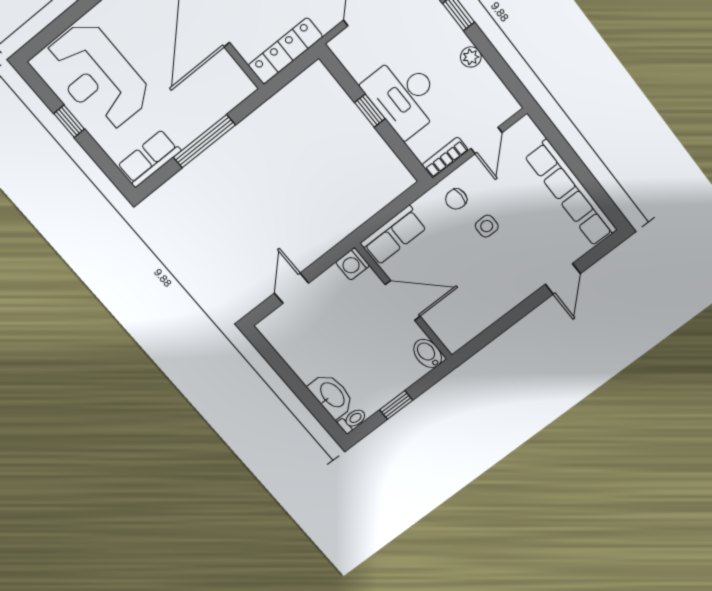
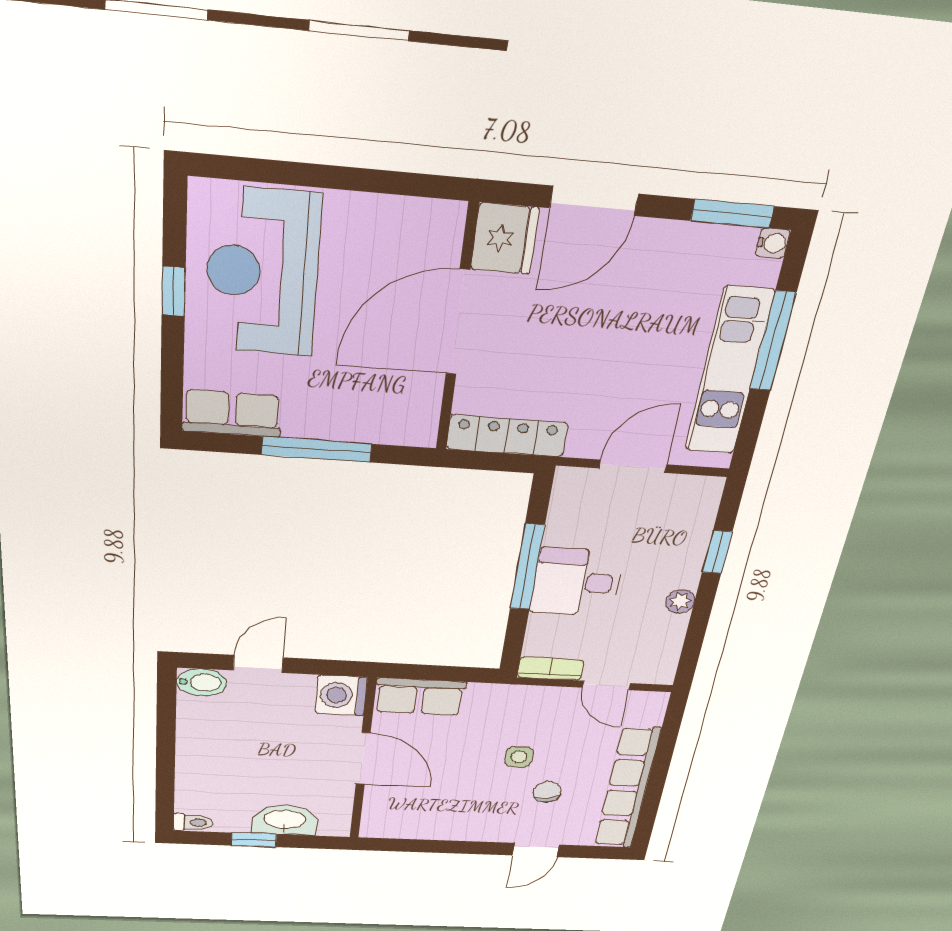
desk: (404, 96) -> (577, 582), width x0.73
window: (370, 111) -> (527, 567), width x2.17
door: (486, 140) -> (606, 685), hinge flipped
chair: (456, 199) -> (547, 792), moved, turned 81
washing machine: (353, 264) -> (341, 695), width x1.38, depth x1.38
bidet: (428, 353) -> (202, 682), moved, turned 90
washbasin: (332, 395) -> (285, 820), moved, turned -90

